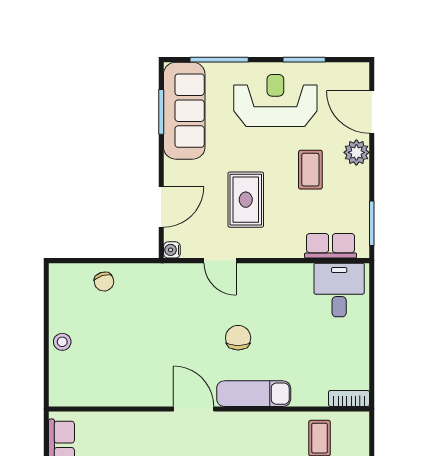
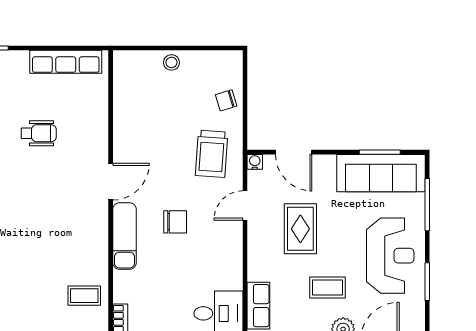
rug: (246, 200) -> (300, 229), turned 90
trolley: (163, 298) -> (212, 154), added

